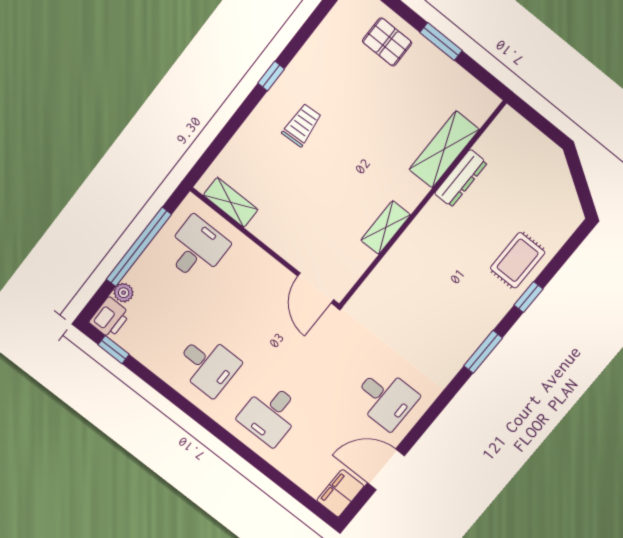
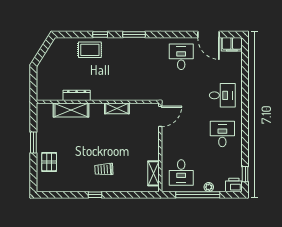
desk: (197, 249) -> (181, 173), turned -90
plant: (124, 293) -> (209, 187), moved

